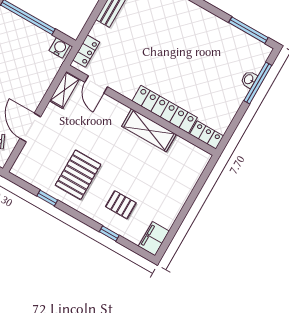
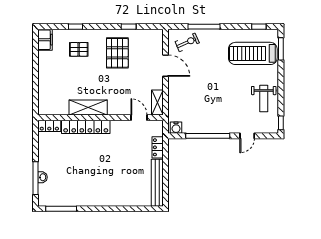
locker: (86, 51) -> (158, 147), moved

